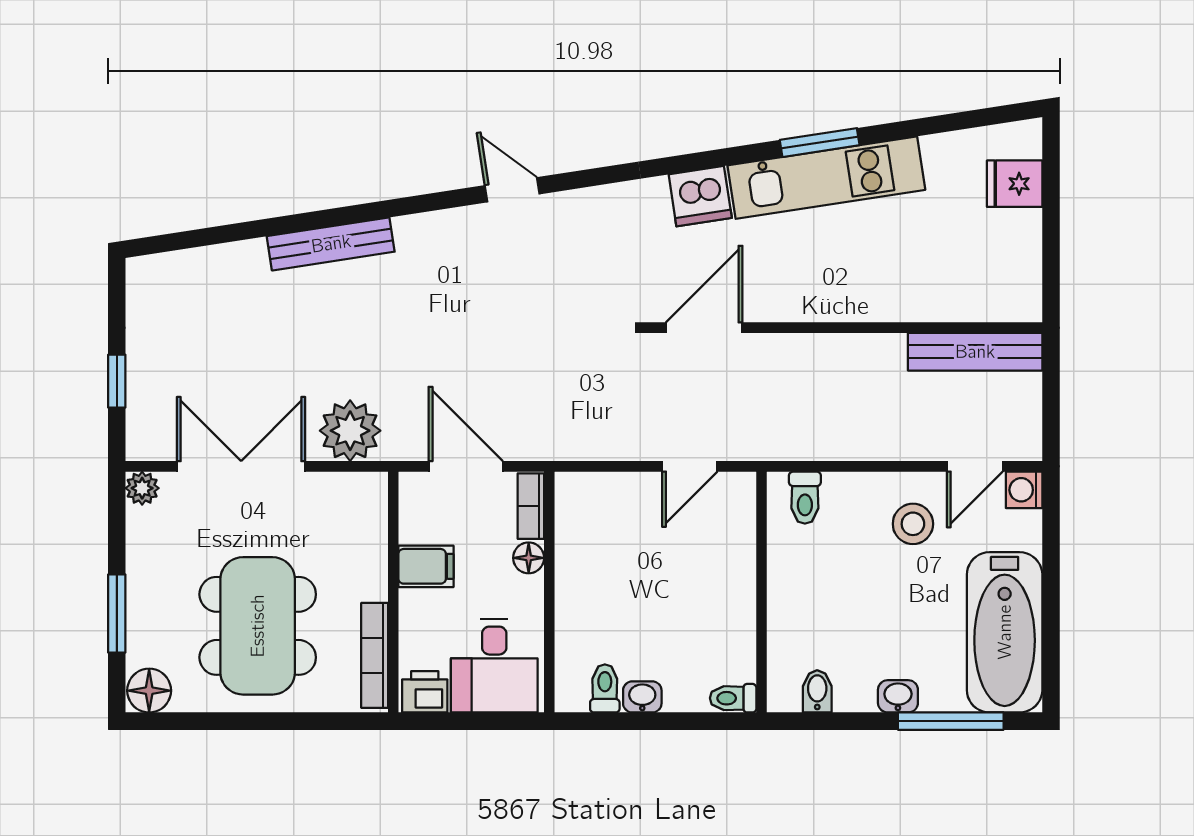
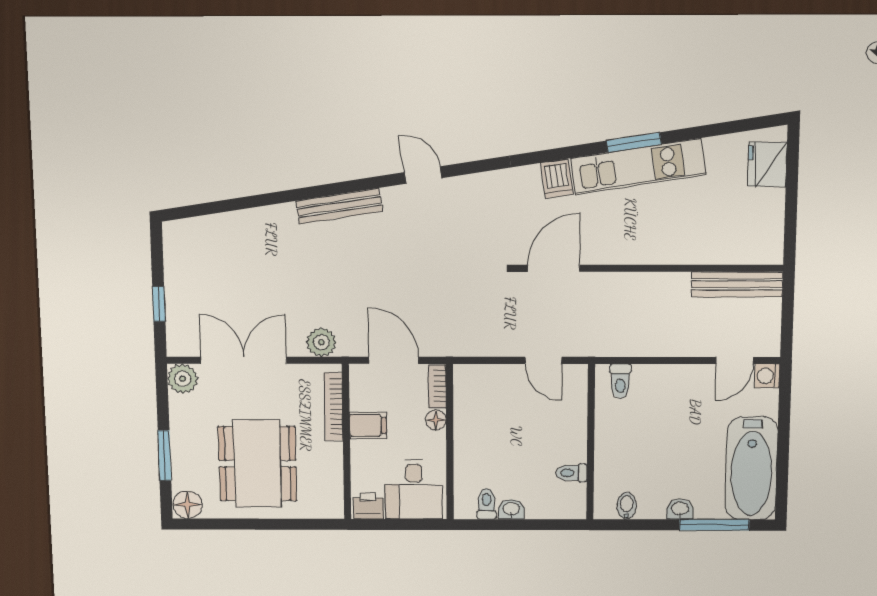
fridge: (1015, 184) -> (767, 164), width x1.38
dishwasher: (700, 196) -> (557, 179), width x0.73
bench: (331, 244) -> (339, 206), moved
plant: (350, 431) -> (321, 342), width x0.73, depth x0.73
door: (690, 466) -> (543, 360), hinge flipped
plant: (142, 488) -> (183, 379), width x1.38, depth x1.38
stool: (913, 524) -> (692, 398), removed
bookcase: (375, 655) -> (334, 407), moved
toilet: (733, 698) -> (571, 473), moved

